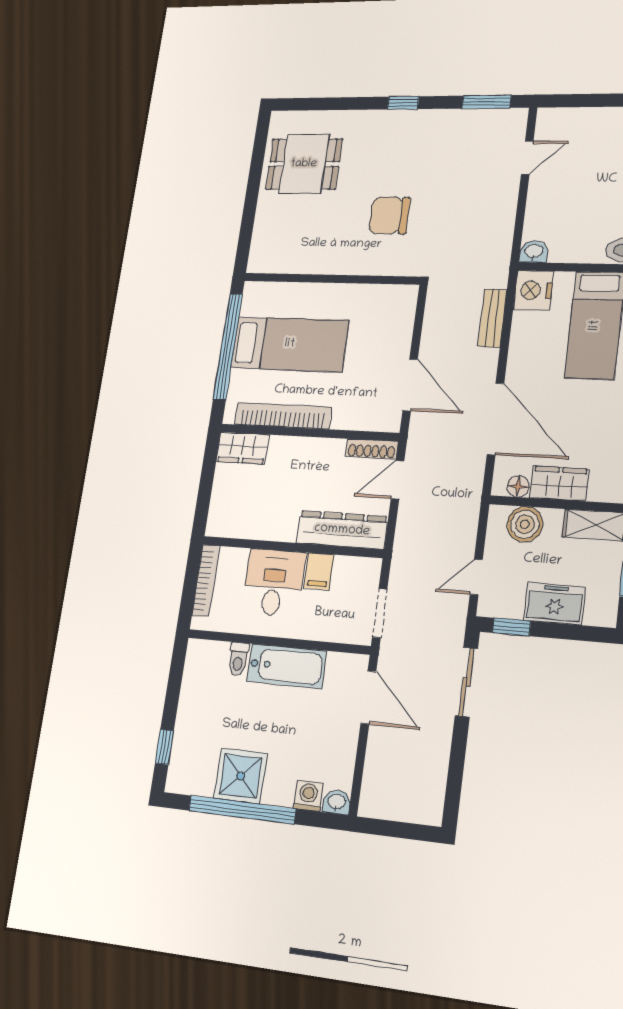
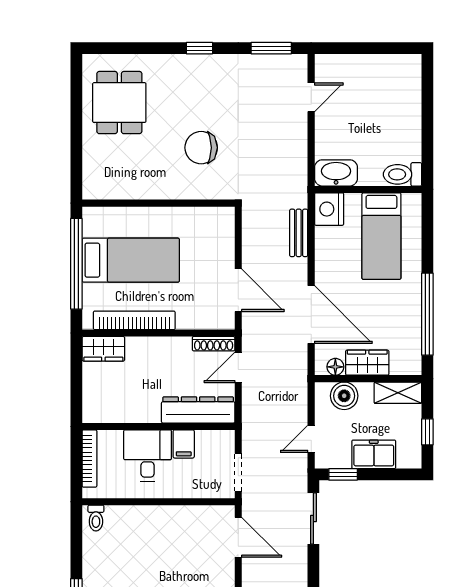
dining table: (304, 164) -> (119, 103), turned 90
washbasin: (534, 252) -> (336, 173), width x1.91, depth x1.45
toilet: (238, 659) -> (96, 518), moved
bathtub: (287, 666) -> (168, 520), removed

